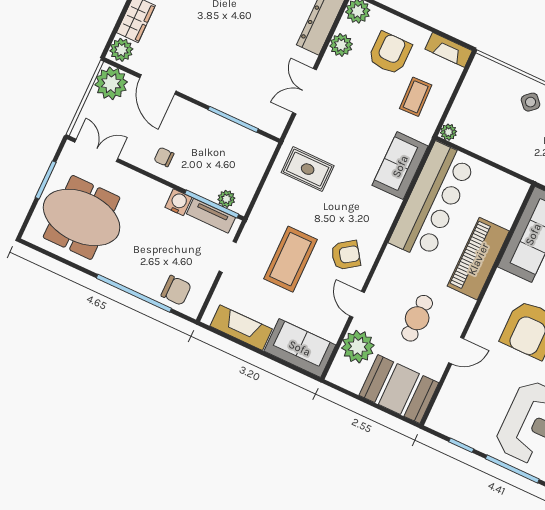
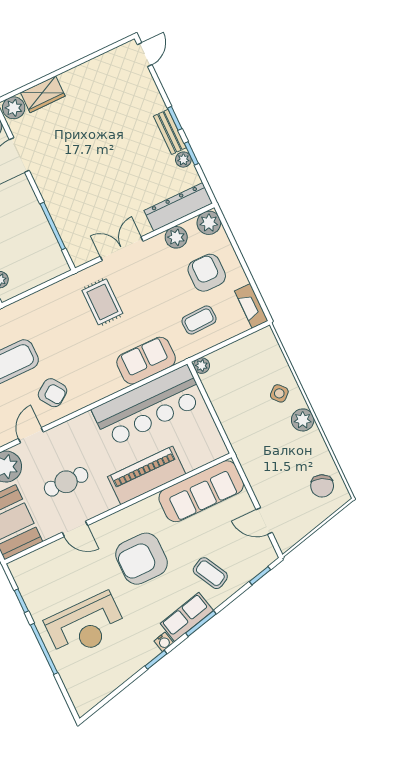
armchair: (390, 53) -> (207, 273), turned -90
rug: (308, 169) -> (102, 302), moved

